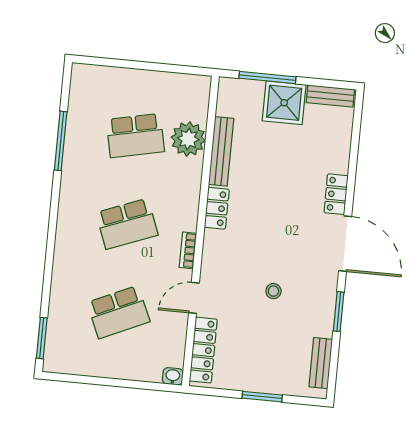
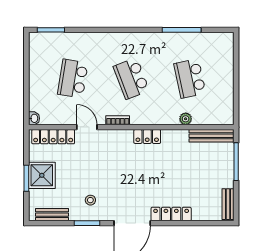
shower: (284, 103) -> (42, 175), moved
plant: (188, 139) -> (186, 119), width x0.53, depth x0.53
bench: (221, 151) -> (212, 136), moved
locker: (336, 194) -> (171, 214), width x1.53
stool: (273, 291) -> (90, 200), moved
school desk: (118, 312) -> (73, 78), turned 33

